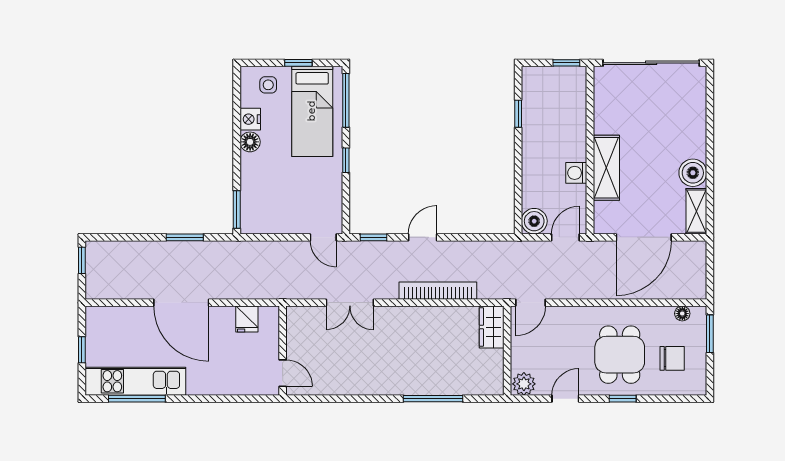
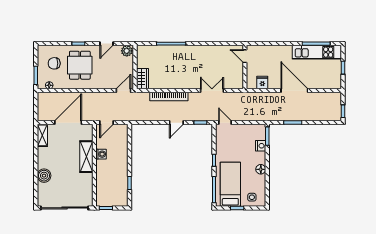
nightstand: (250, 119) -> (261, 146), moved
boiler: (693, 173) -> (44, 176), moved
boiler: (534, 221) -> (122, 130), removed

